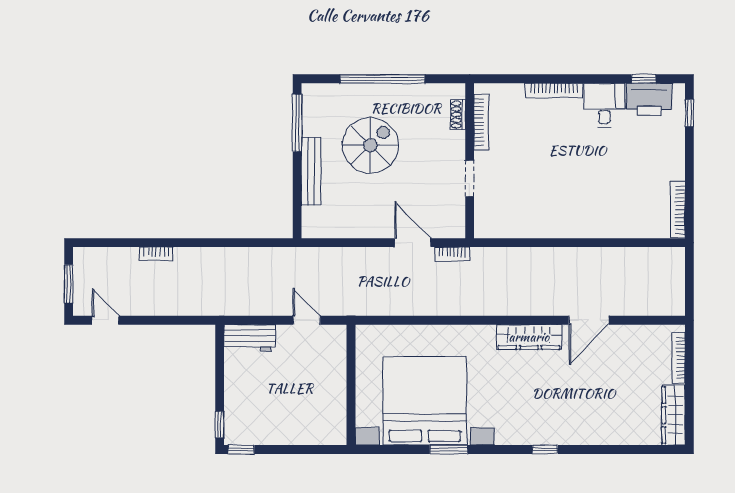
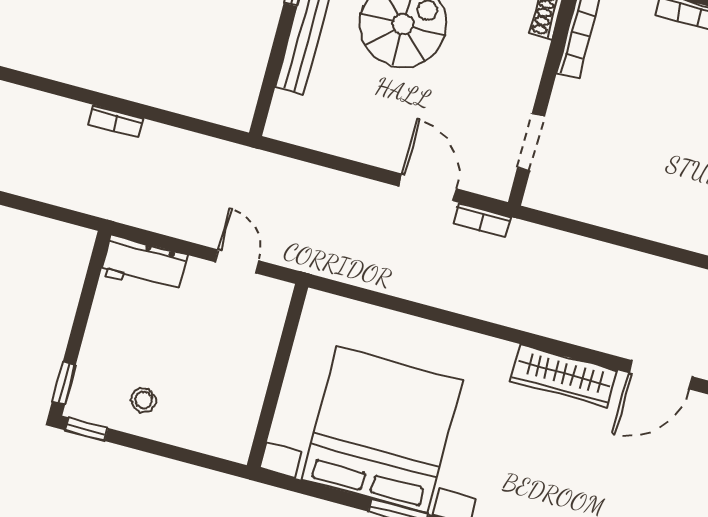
doorway: (470, 178) -> (531, 142), moved
bookcase: (156, 254) -> (115, 121), moved
stool: (272, 422) -> (144, 400), added

